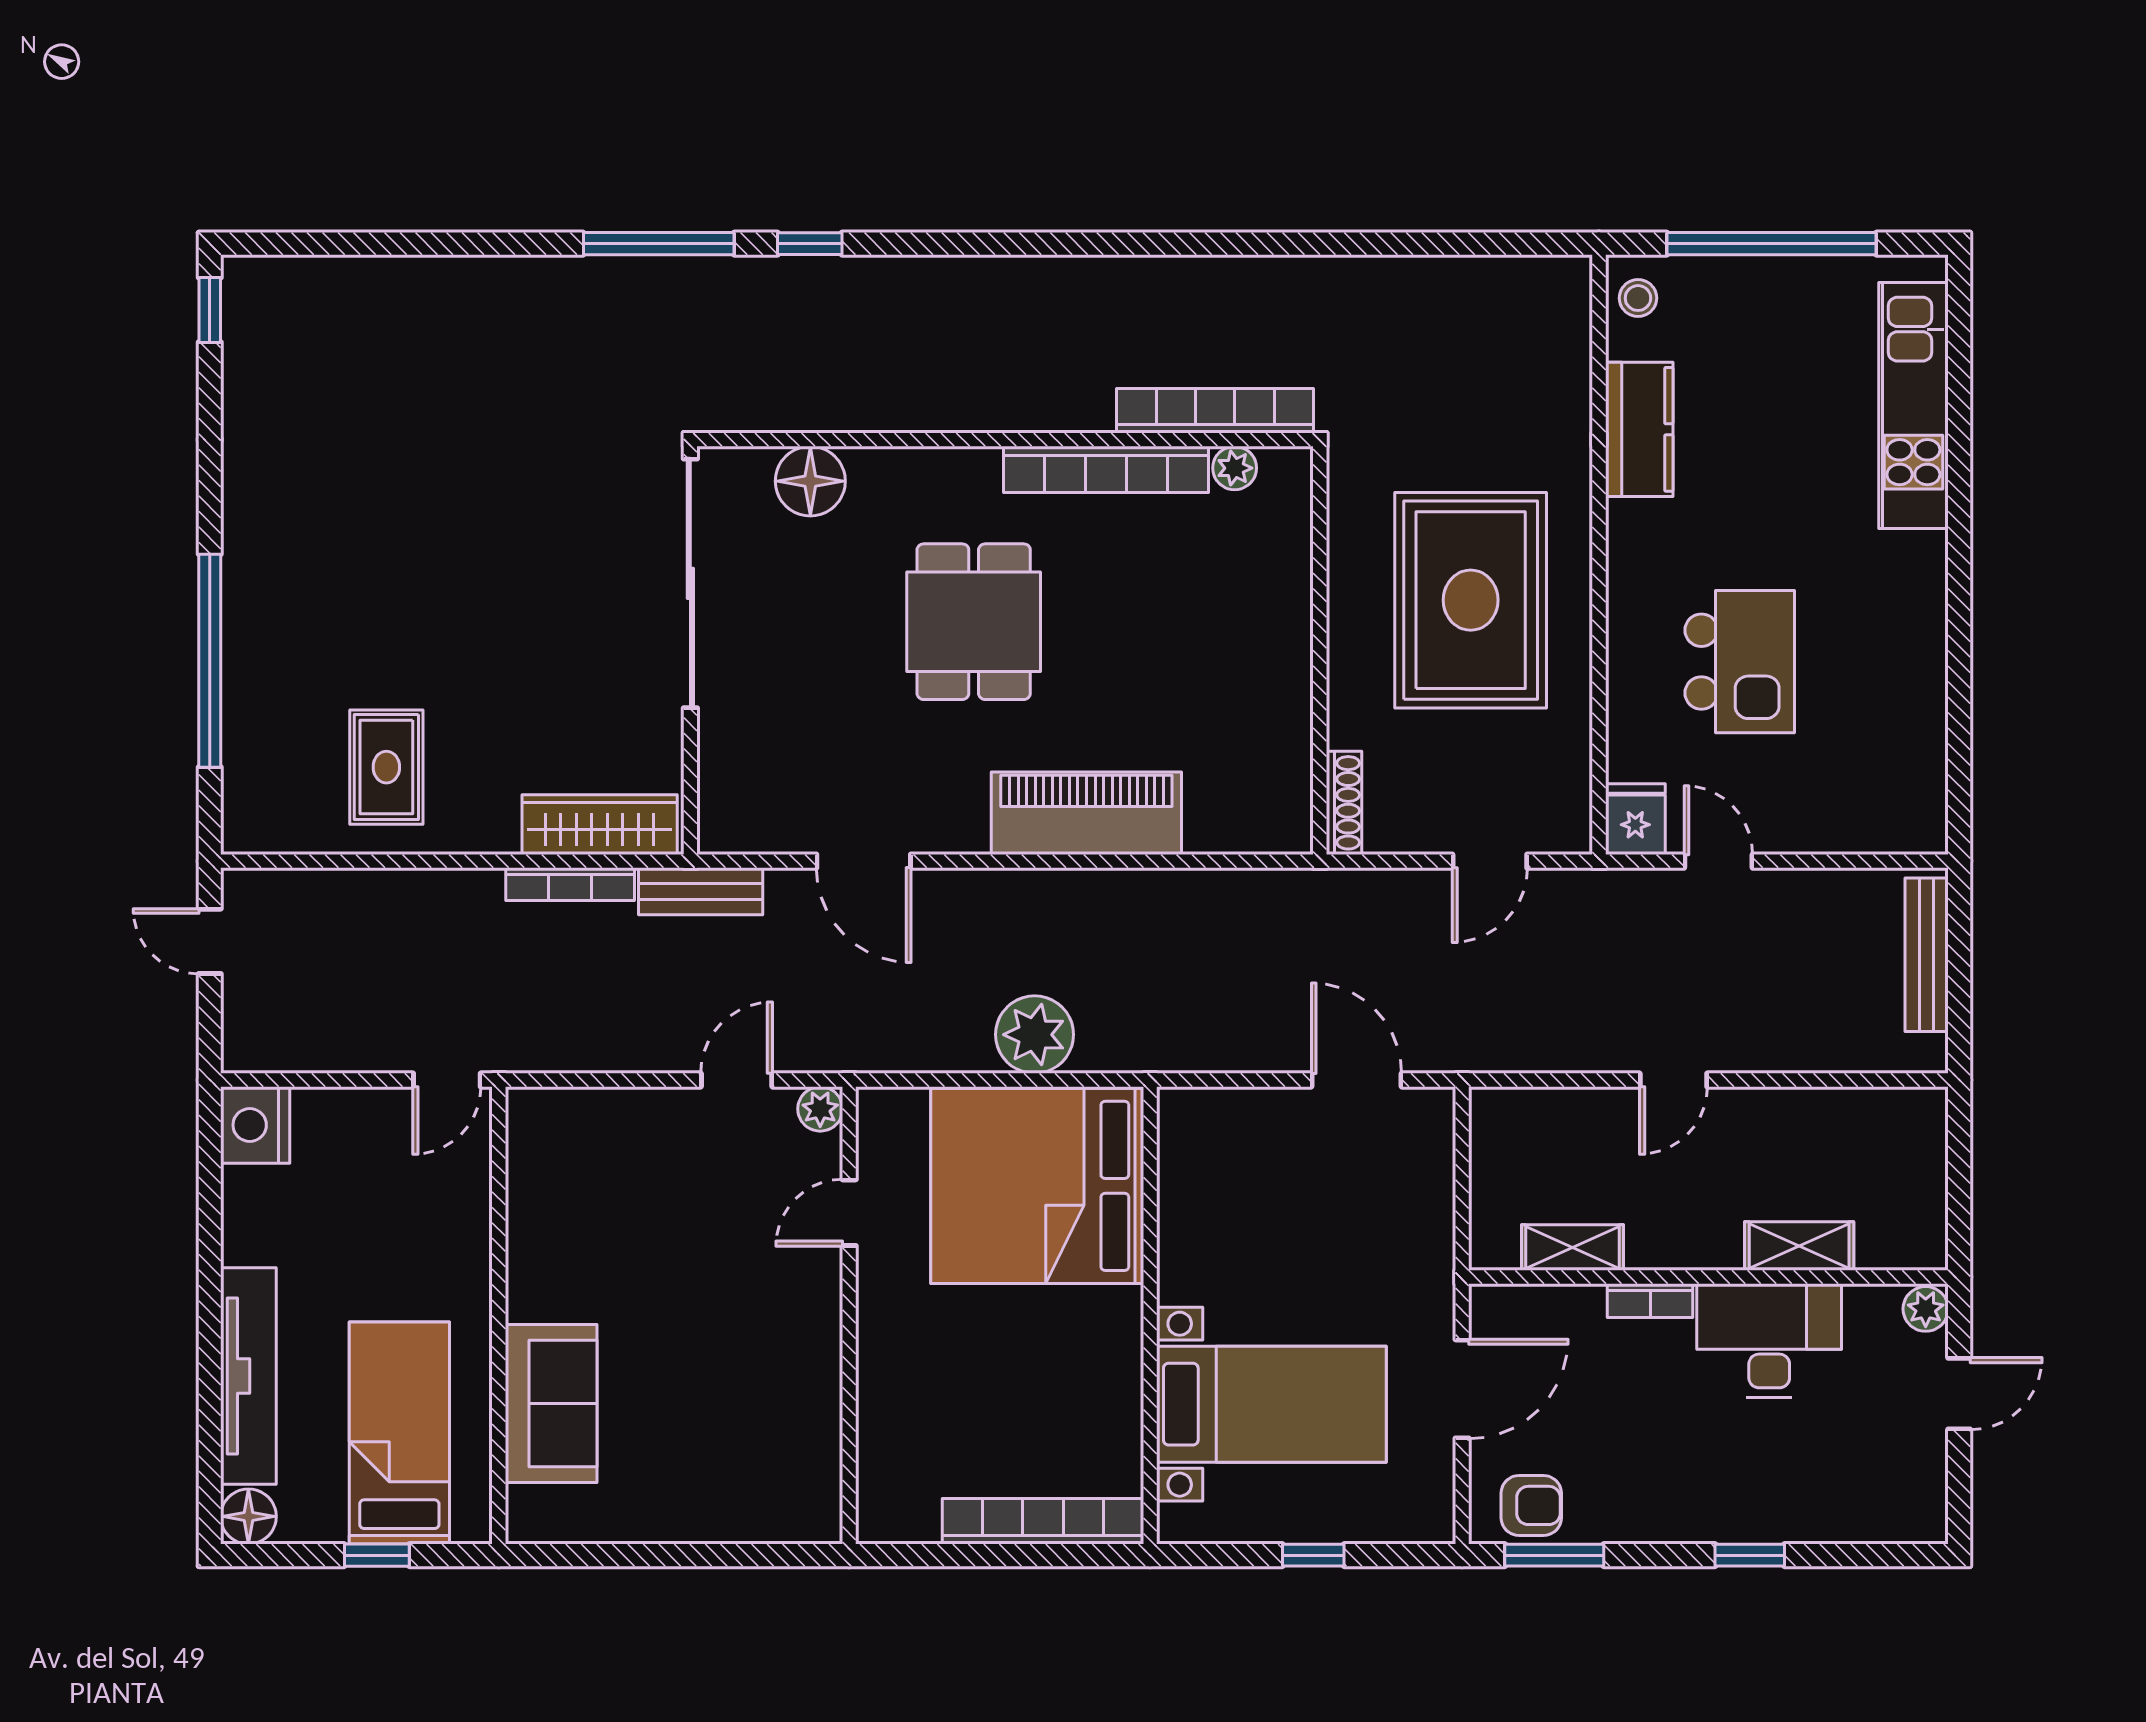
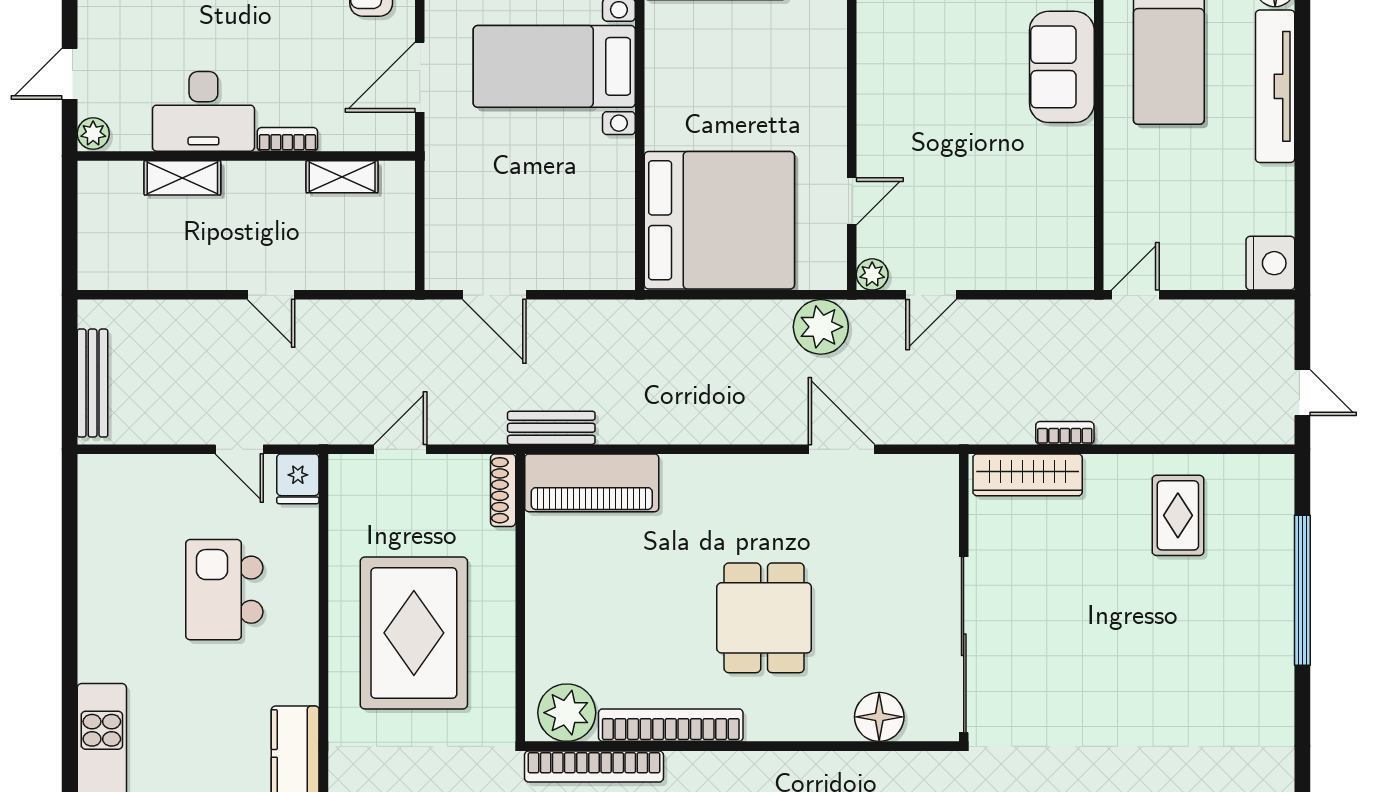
plant: (1235, 468) -> (567, 713), width x1.88, depth x1.88
piano: (1086, 813) -> (592, 483), moved
bookcase: (570, 884) -> (1065, 433), width x0.64
bench: (701, 891) -> (551, 428), moved
plant: (1035, 1035) -> (821, 327), moved
door: (1673, 1080) -> (271, 295), swing flipped

